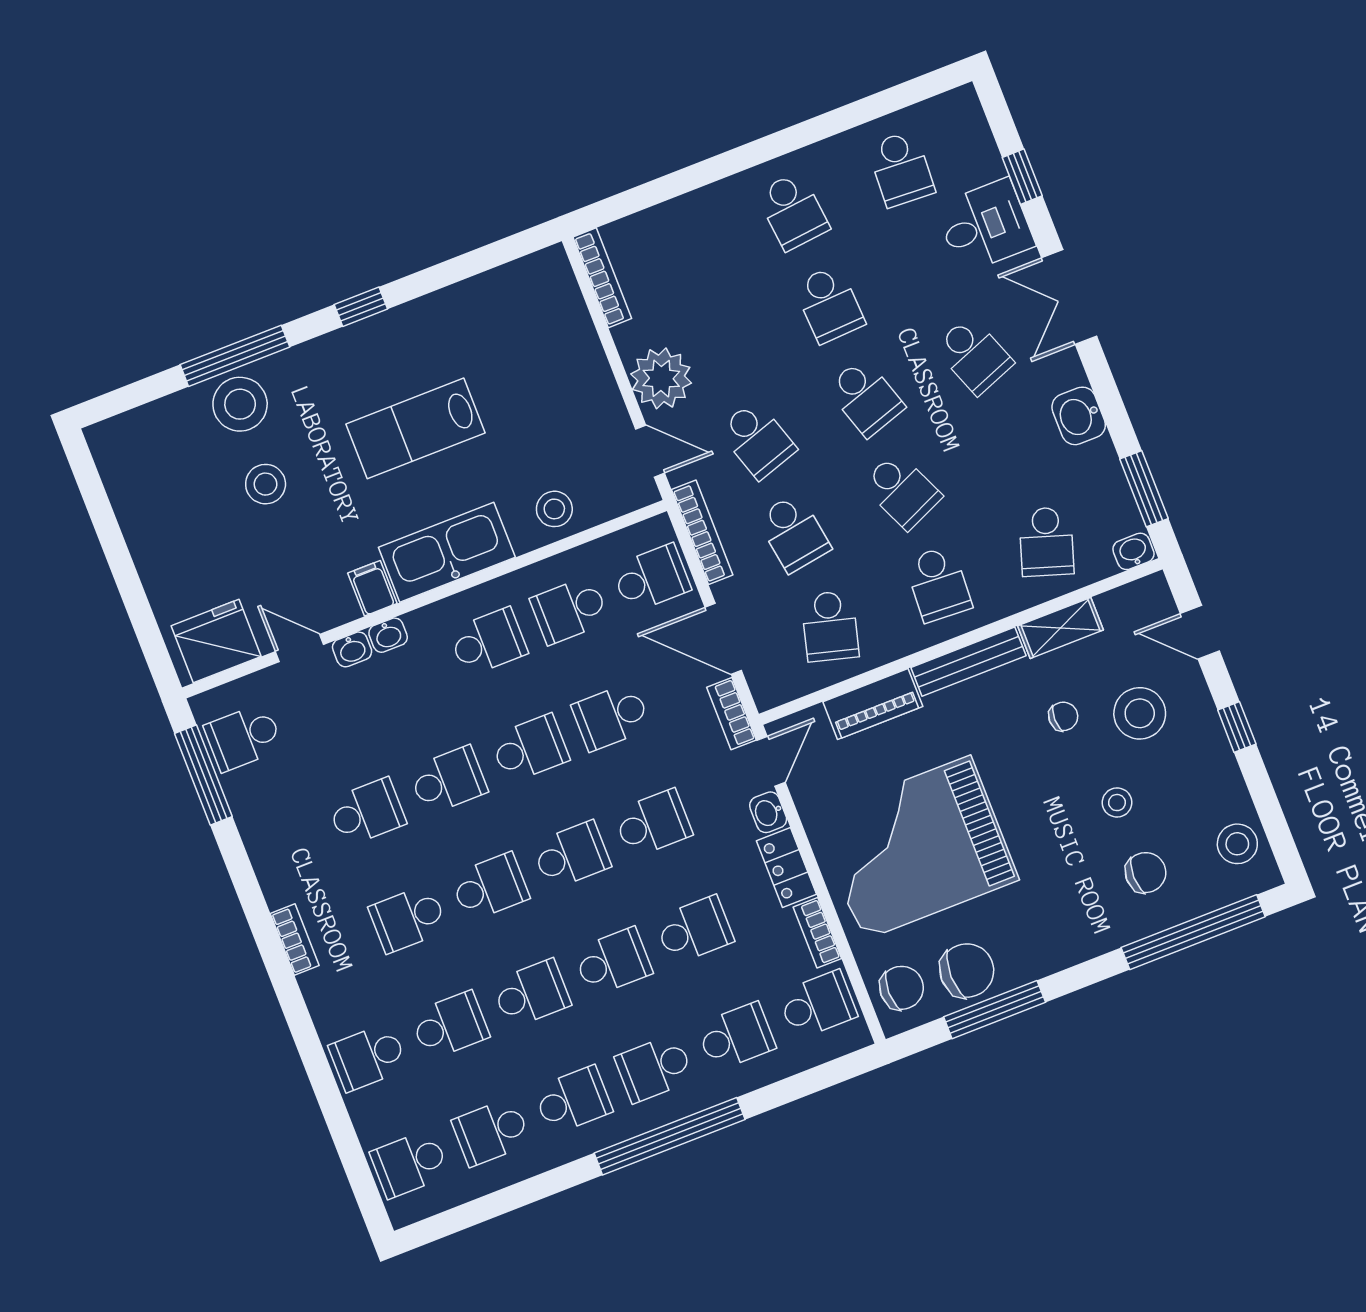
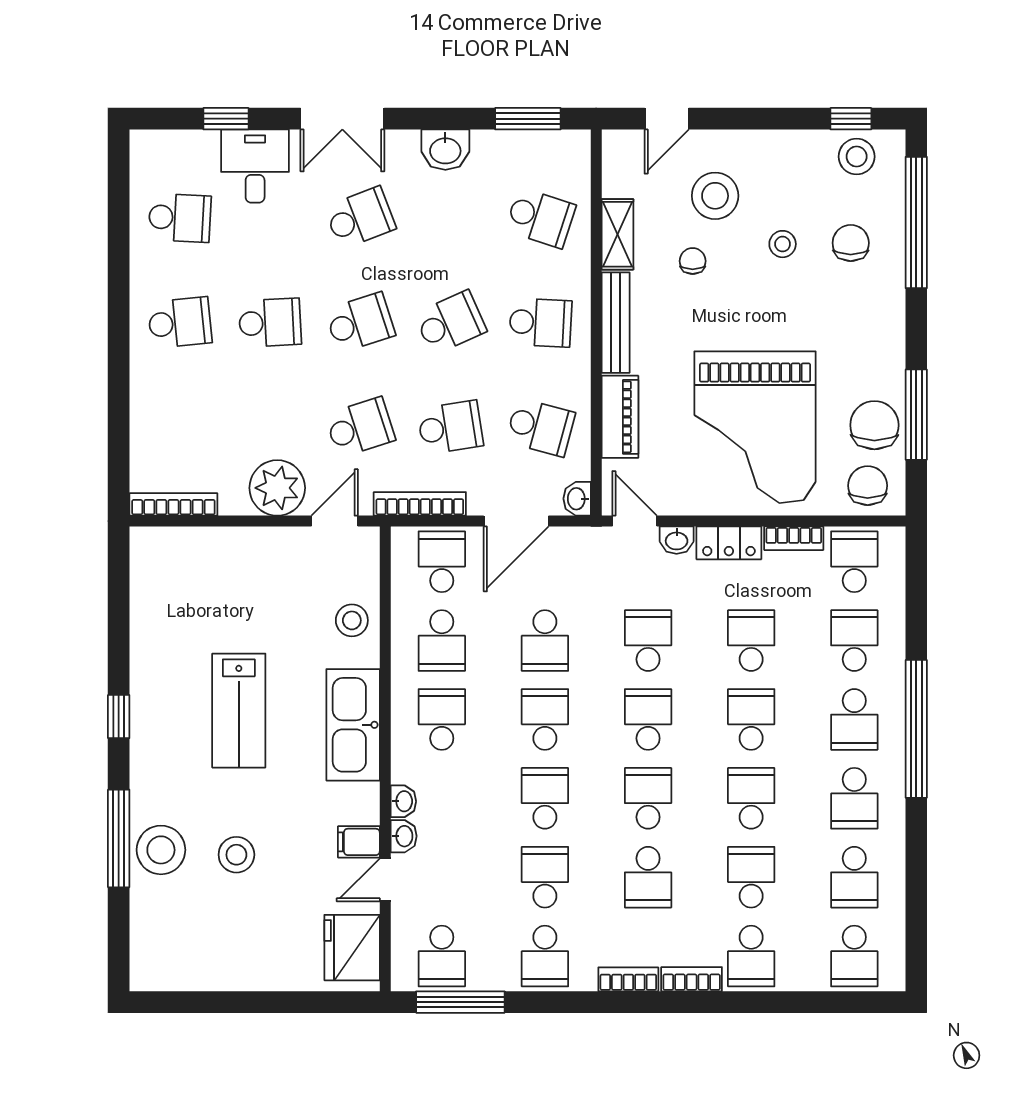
washbasin: (1133, 551) -> (577, 499), moved
filing cabinet: (372, 588) -> (359, 842), moved
bookcase: (732, 714) -> (692, 979), moved, turned 180
window: (1237, 727) -> (851, 119), moved
school desk: (285, 844) -> (545, 956), added
school desk: (573, 1100) -> (854, 798), turned 180

